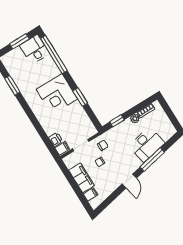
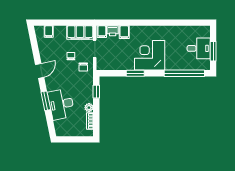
desk: (34, 49) -> (199, 48), moved
window: (12, 85) -> (180, 23), removed
filing cabinet: (51, 129) -> (124, 32), added
window: (152, 160) -> (46, 101), width x0.69
filing cabinet: (82, 178) -> (80, 33), moved
door: (129, 181) -> (40, 71), swing flipped

